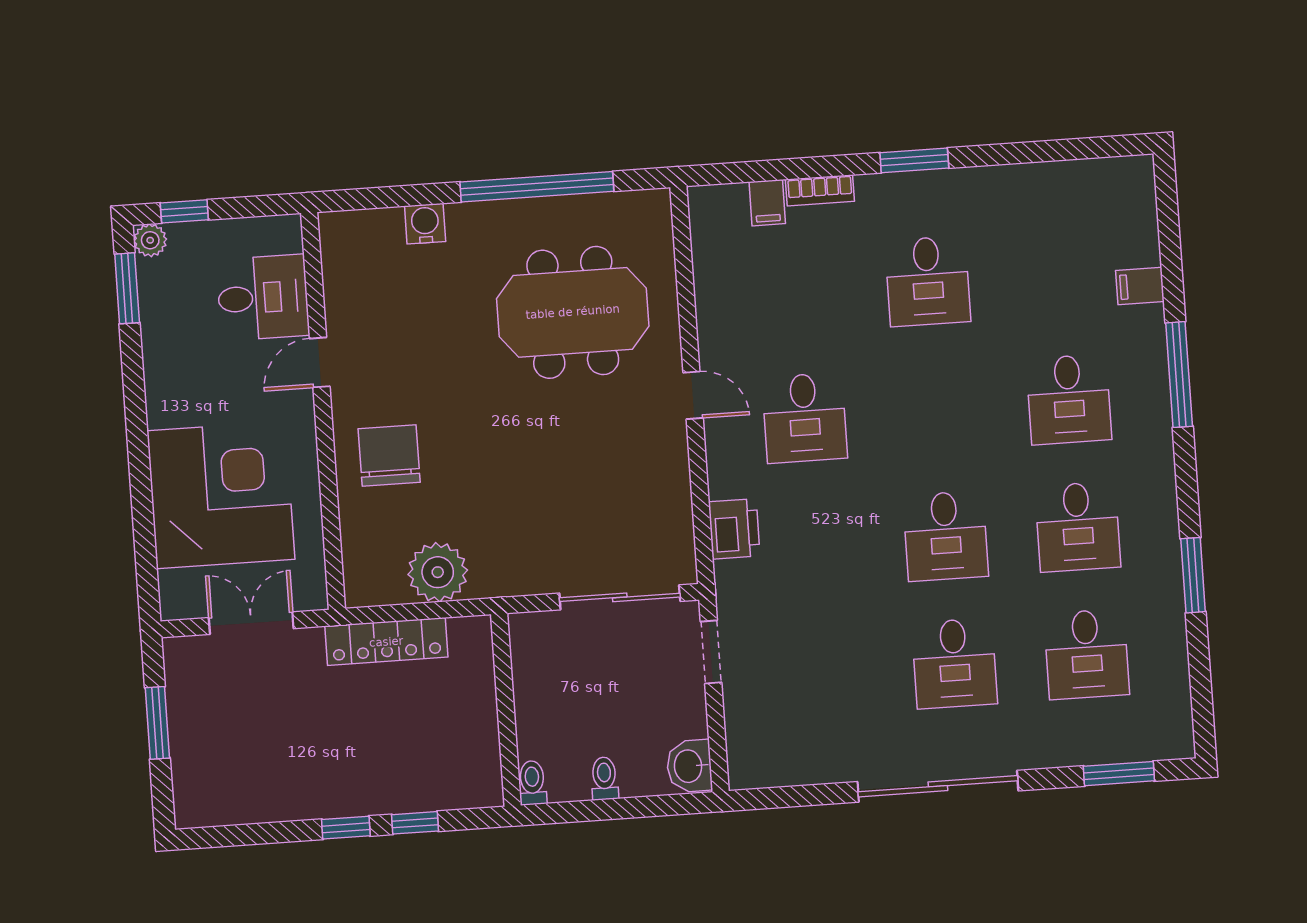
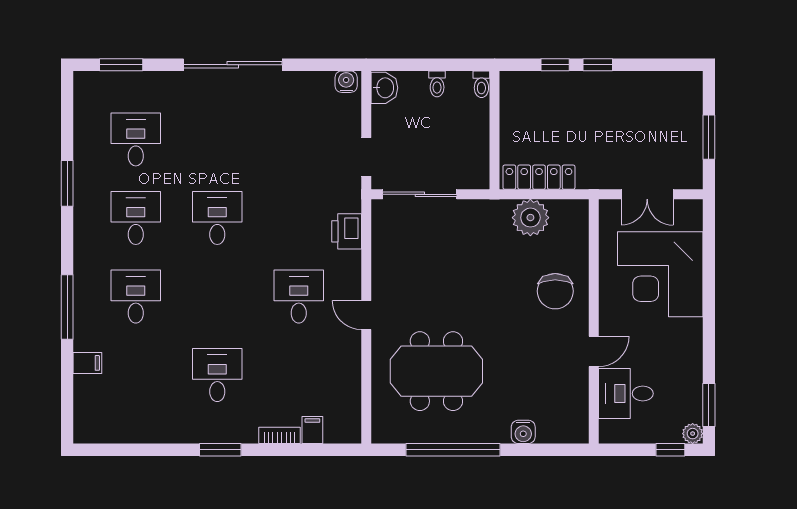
locker: (386, 642) -> (539, 177), moved
desk: (955, 663) -> (217, 139), removed
water cooler: (752, 772) -> (346, 82), added

